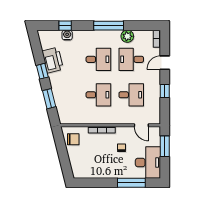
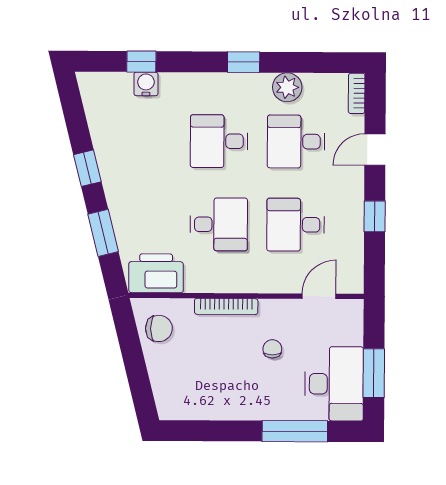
window: (109, 26) -> (244, 62), width x0.46
desk: (98, 59) -> (219, 141), turned 180
printer: (53, 60) -> (156, 273), moved, turned -76
desk: (131, 95) -> (296, 225), turned 180
door: (141, 125) -> (319, 296), swing flipped
window: (165, 146) -> (374, 373), moved

